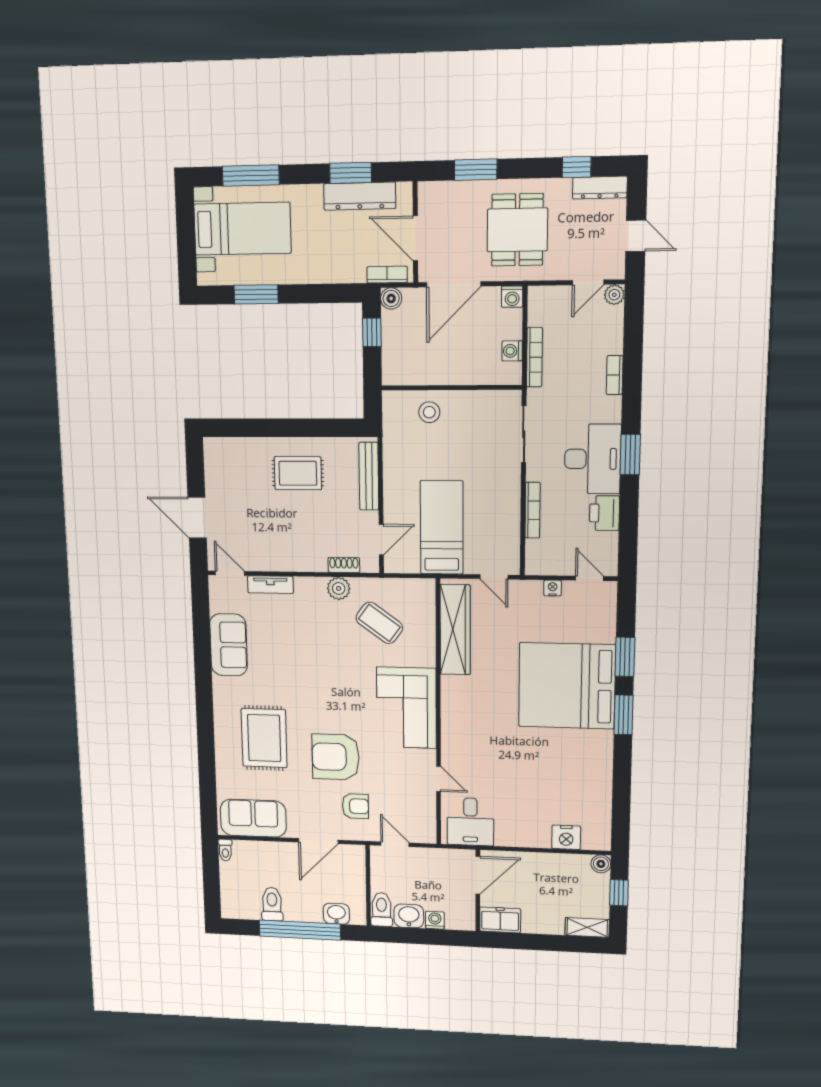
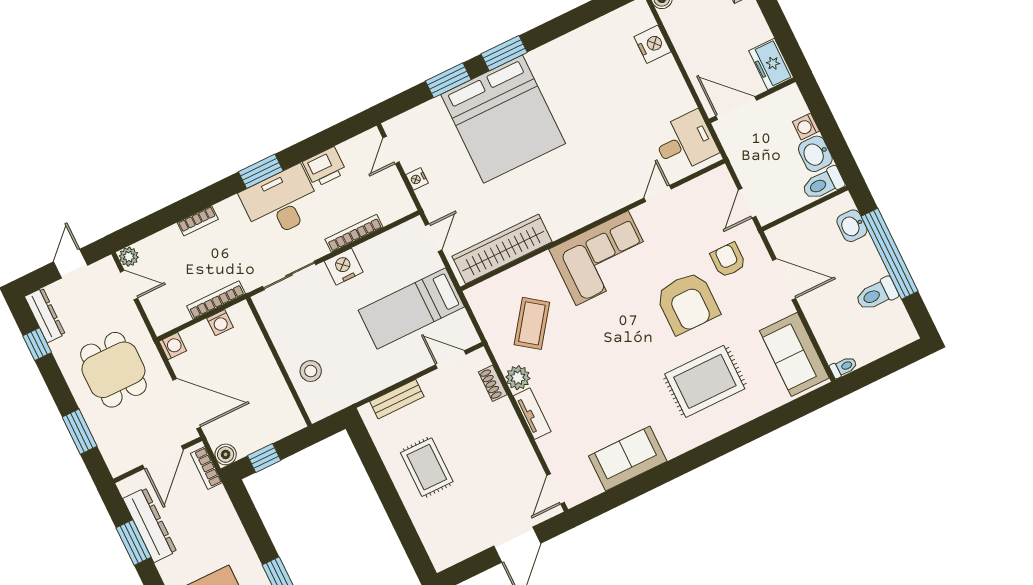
dining table: (517, 230) -> (113, 370), turned 90
bench: (369, 476) -> (397, 399), width x0.73
nightstand: (507, 487) -> (344, 267), added
tv unit: (270, 585) -> (532, 414), moved

